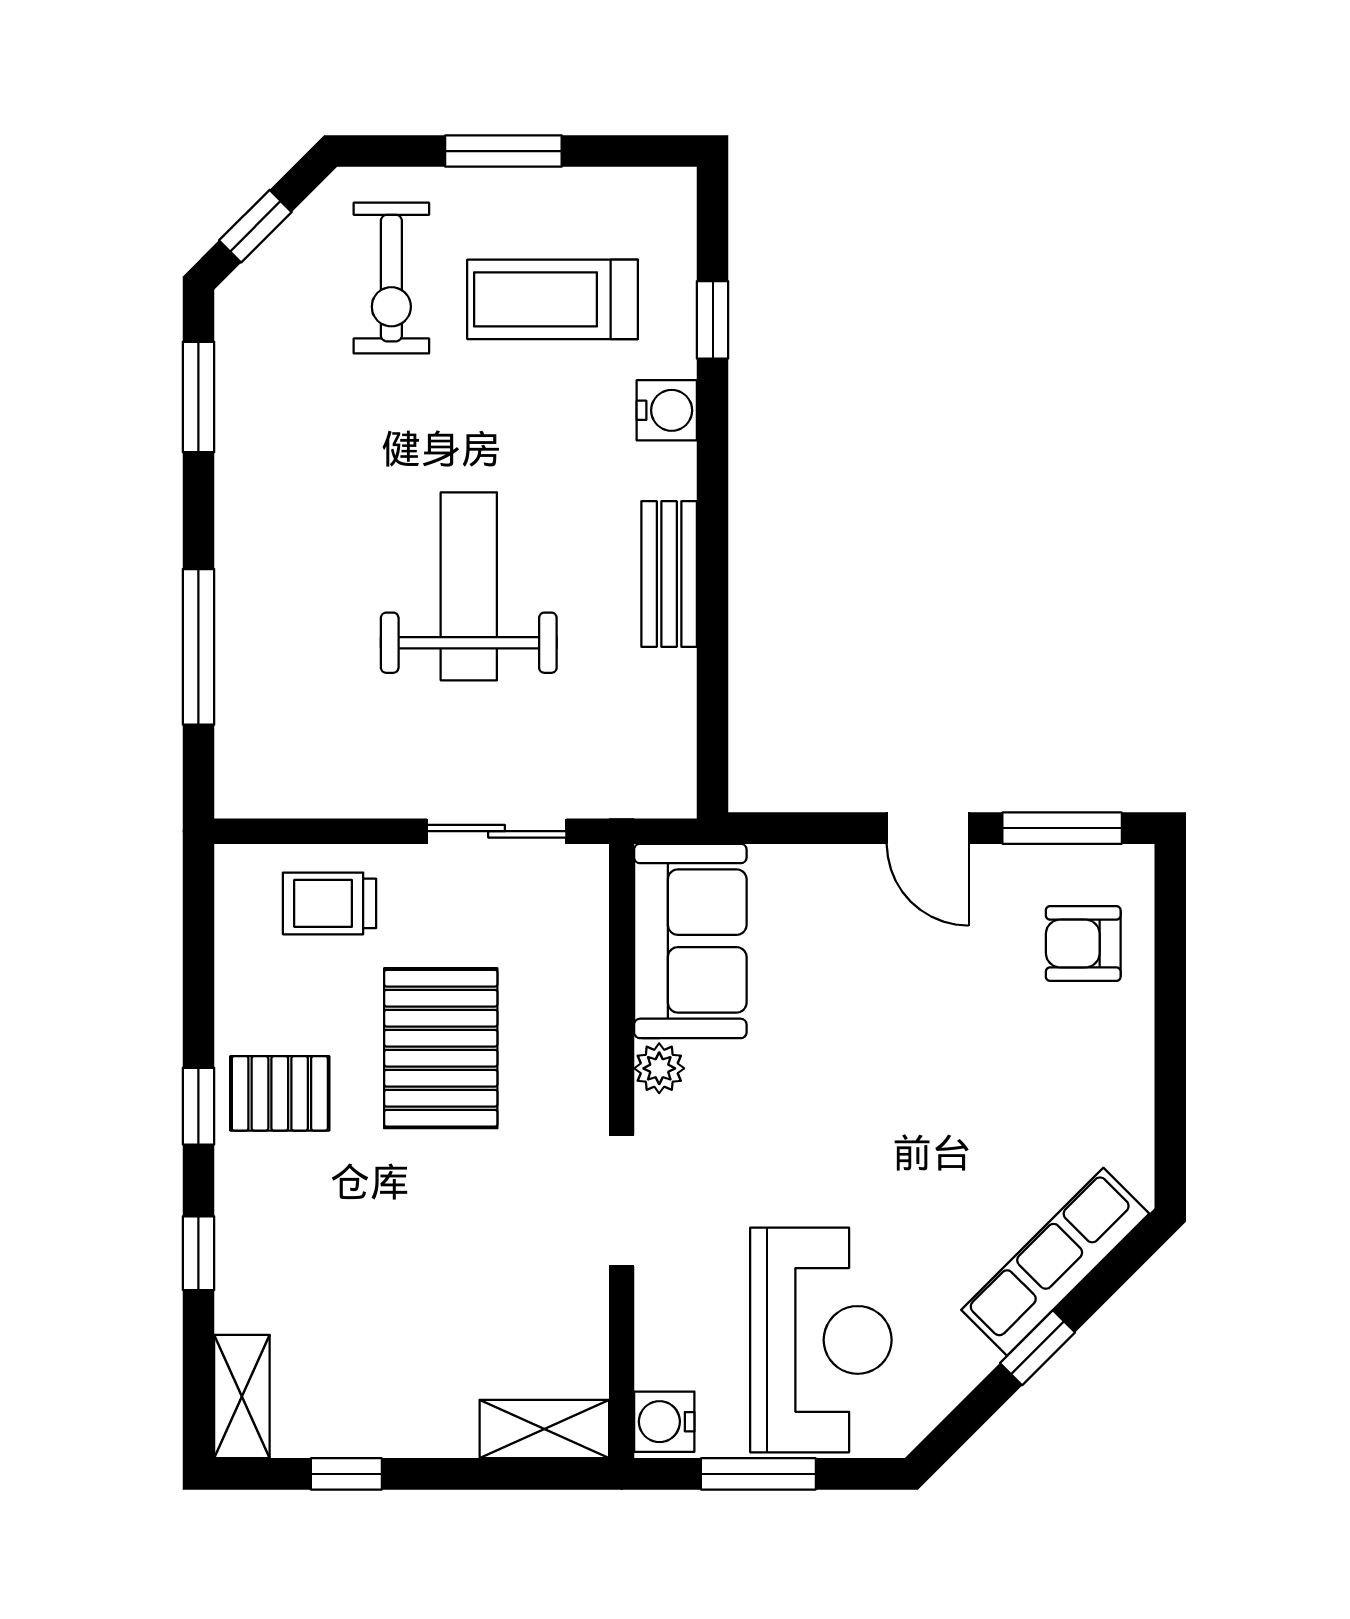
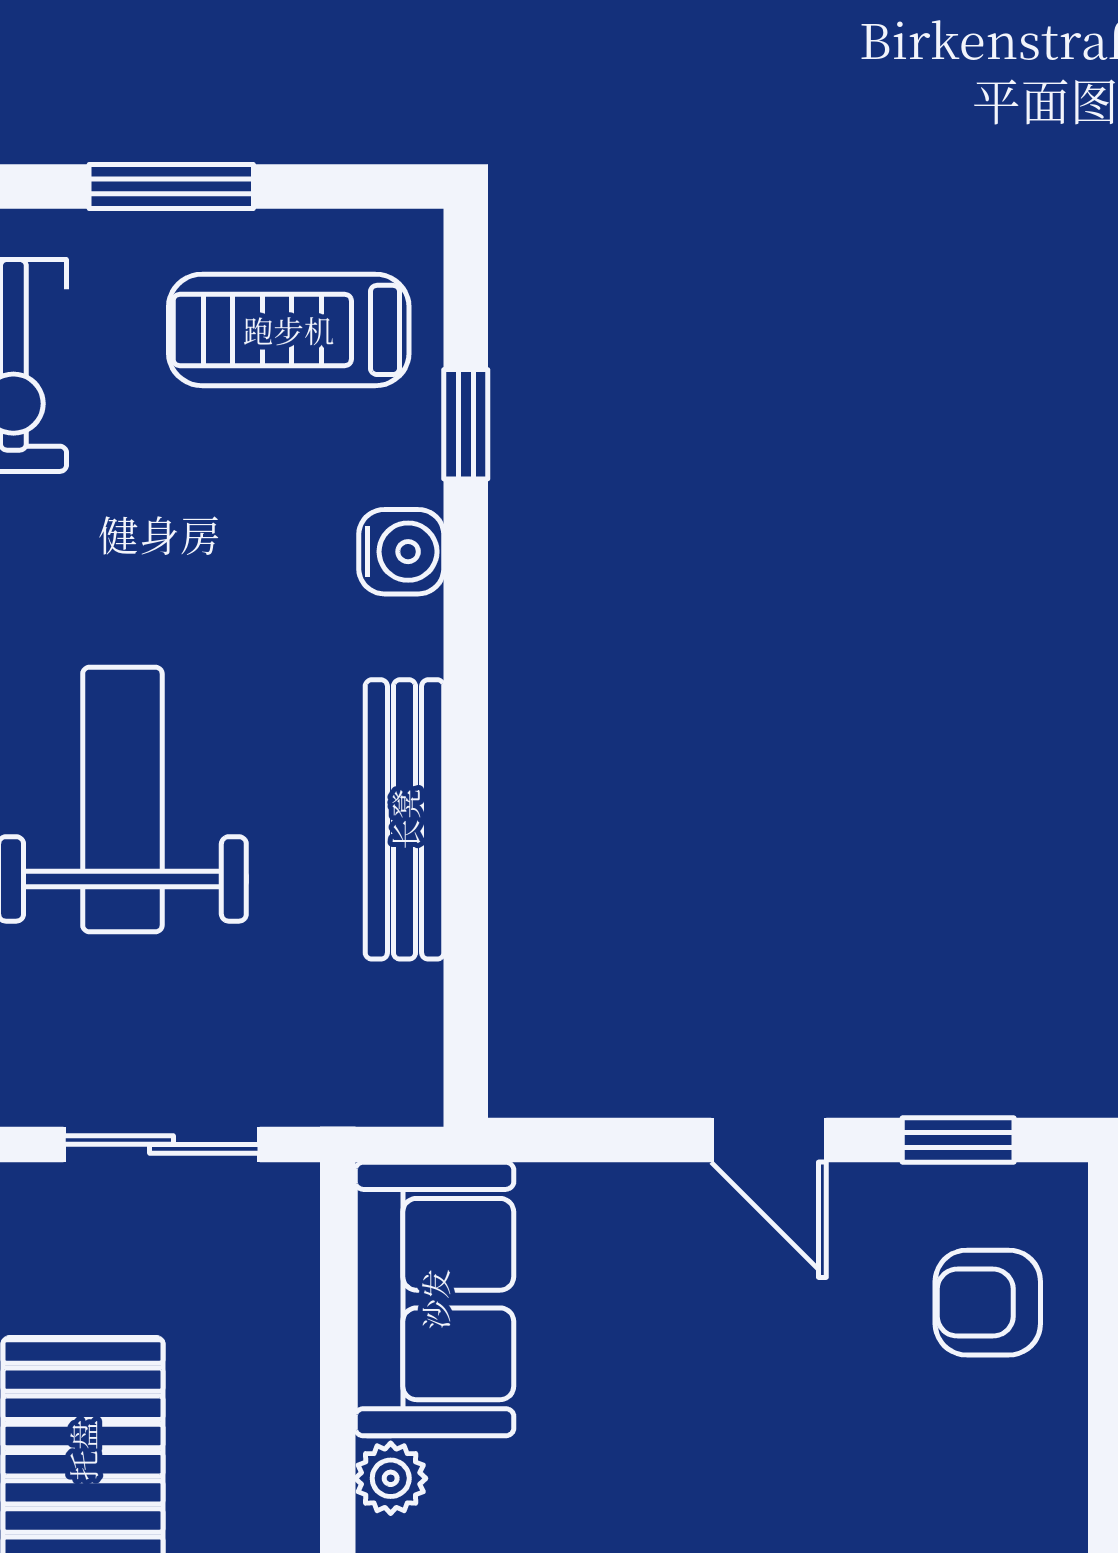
treadmill: (553, 299) -> (289, 330), moved
bench: (669, 574) -> (405, 819), width x1.36
window: (1062, 828) -> (958, 1140), width x0.67

